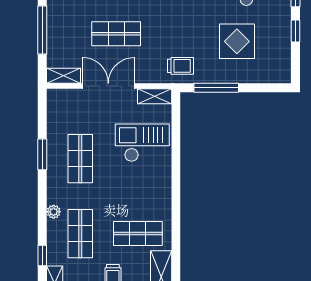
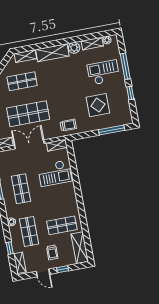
shop shelf: (116, 34) -> (28, 114), width x1.43, depth x1.36
window: (216, 88) -> (112, 130), moved
checkout: (142, 143) -> (55, 173), turned 180

